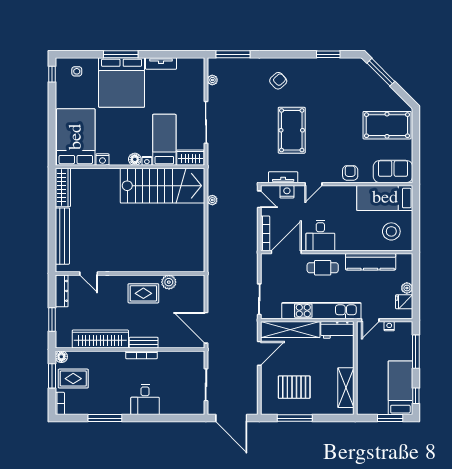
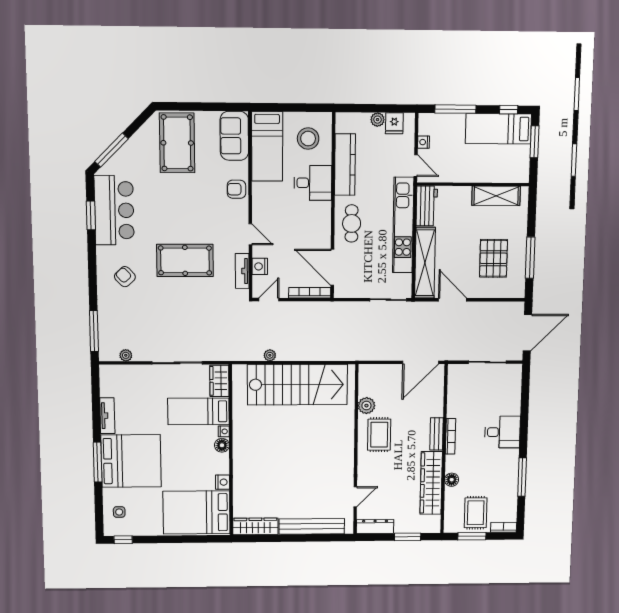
bar counter: (333, 73) -> (114, 210), added
stairs: (163, 186) -> (297, 385), moved, turned 90
desk: (320, 235) -> (313, 183), moved
floor lamp: (61, 357) -> (452, 480), moved

